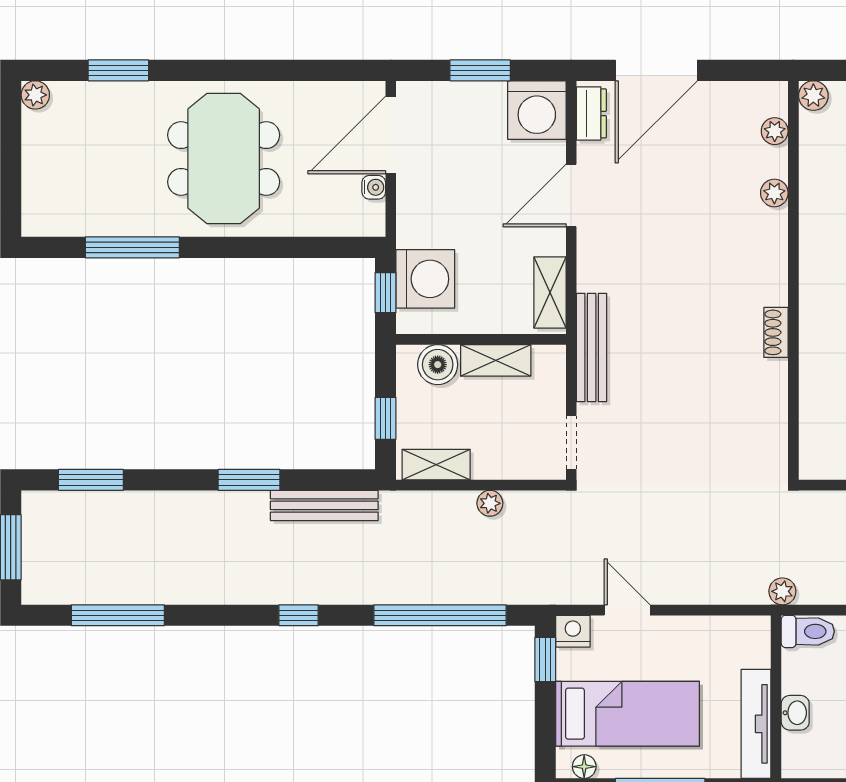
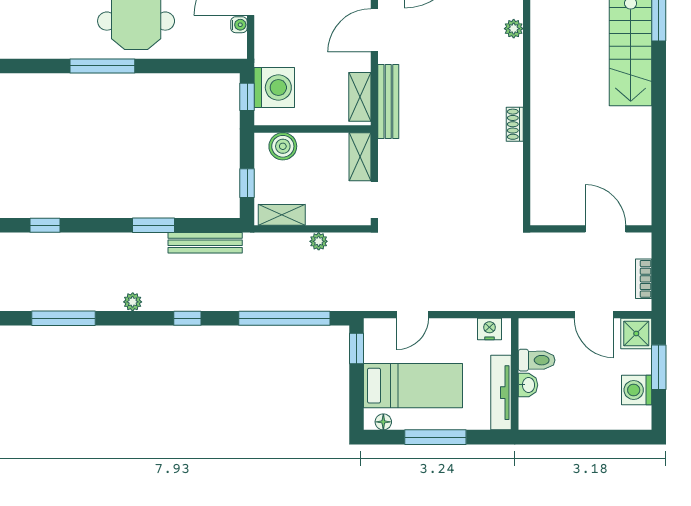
window: (132, 247) -> (102, 66), moved
bench: (592, 347) -> (388, 102), moved
shelving: (496, 360) -> (360, 157), moved, turned 90
window: (91, 480) -> (45, 225), width x0.67
plant: (782, 591) -> (133, 302), moved
door: (627, 610) -> (413, 315), swing flipped
nightstand: (573, 631) -> (489, 329), moved
toilet: (808, 631) -> (537, 360), moved

